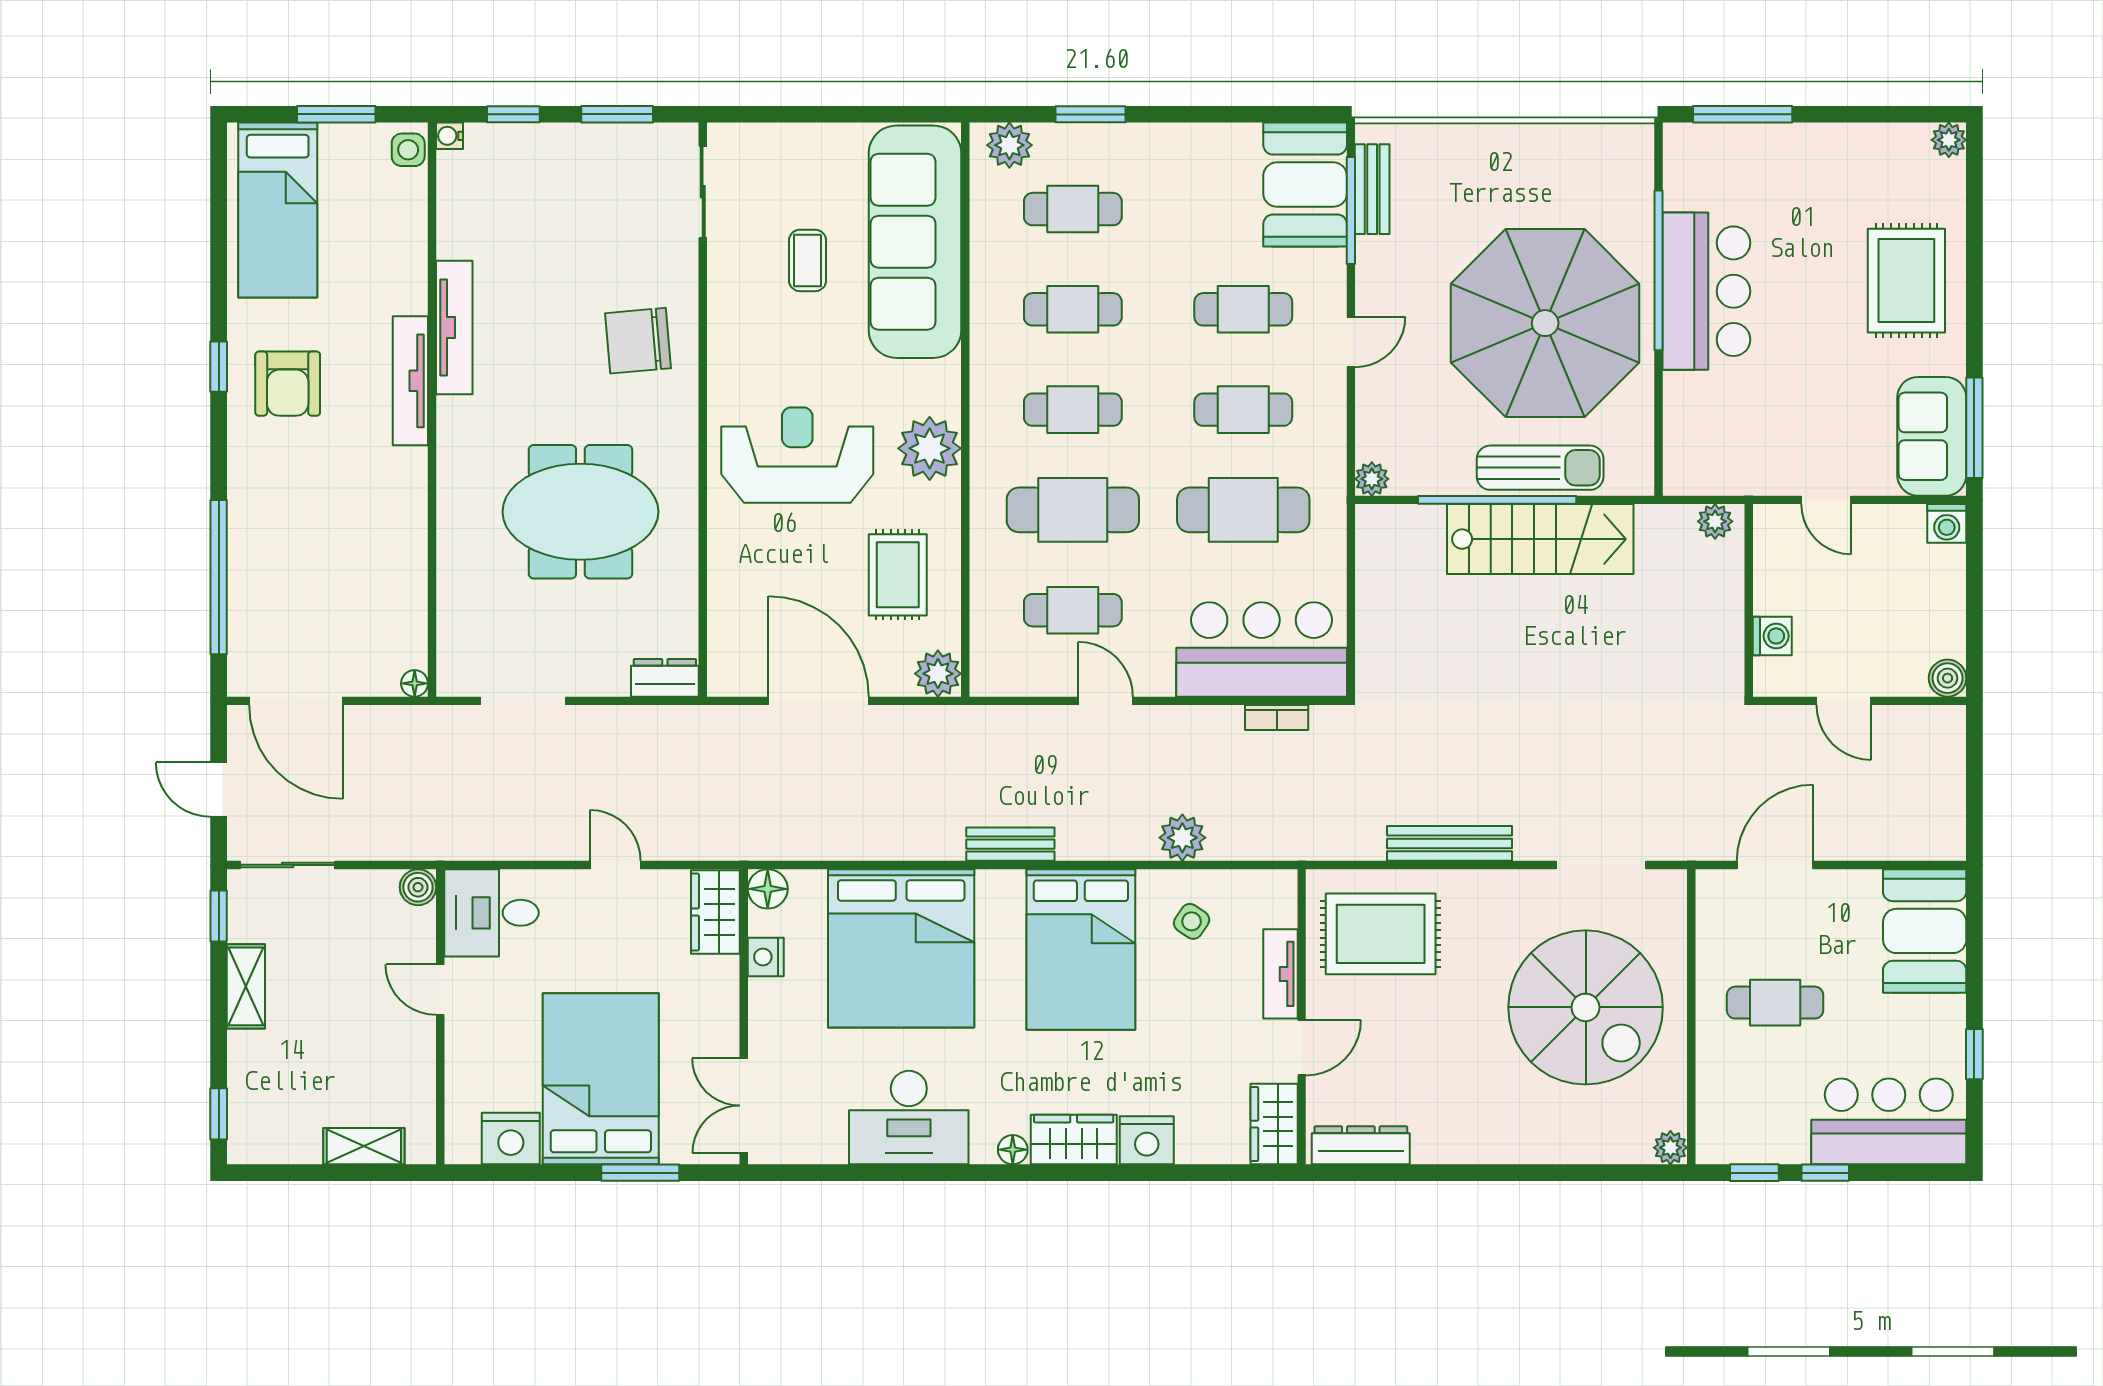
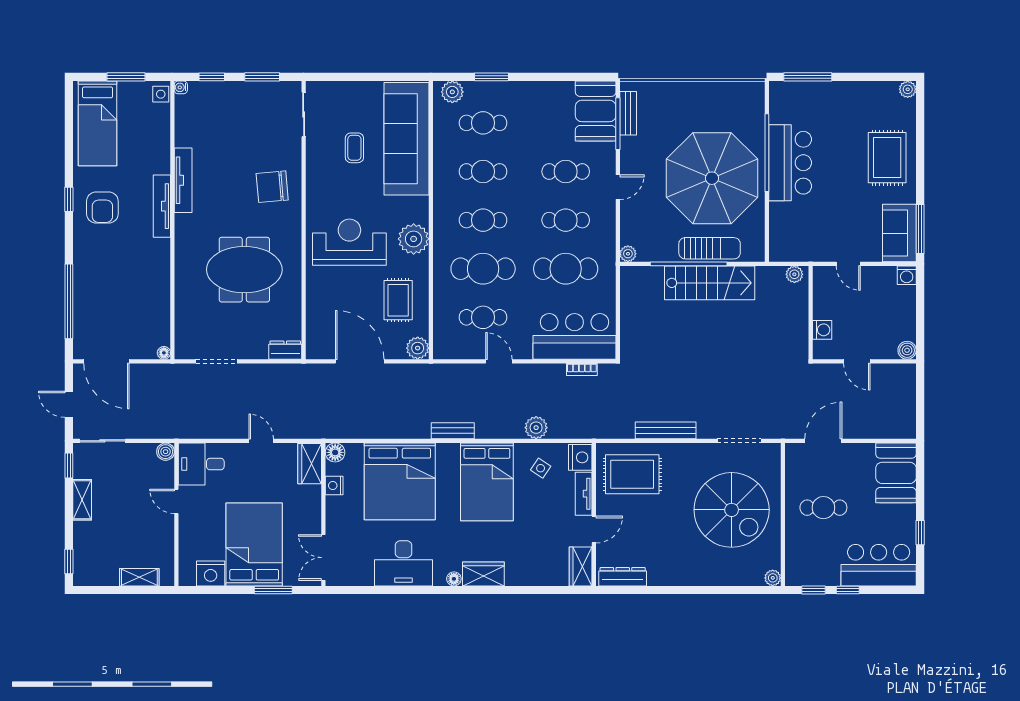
nightstand: (1147, 1140) -> (580, 457), moved, turned -90

